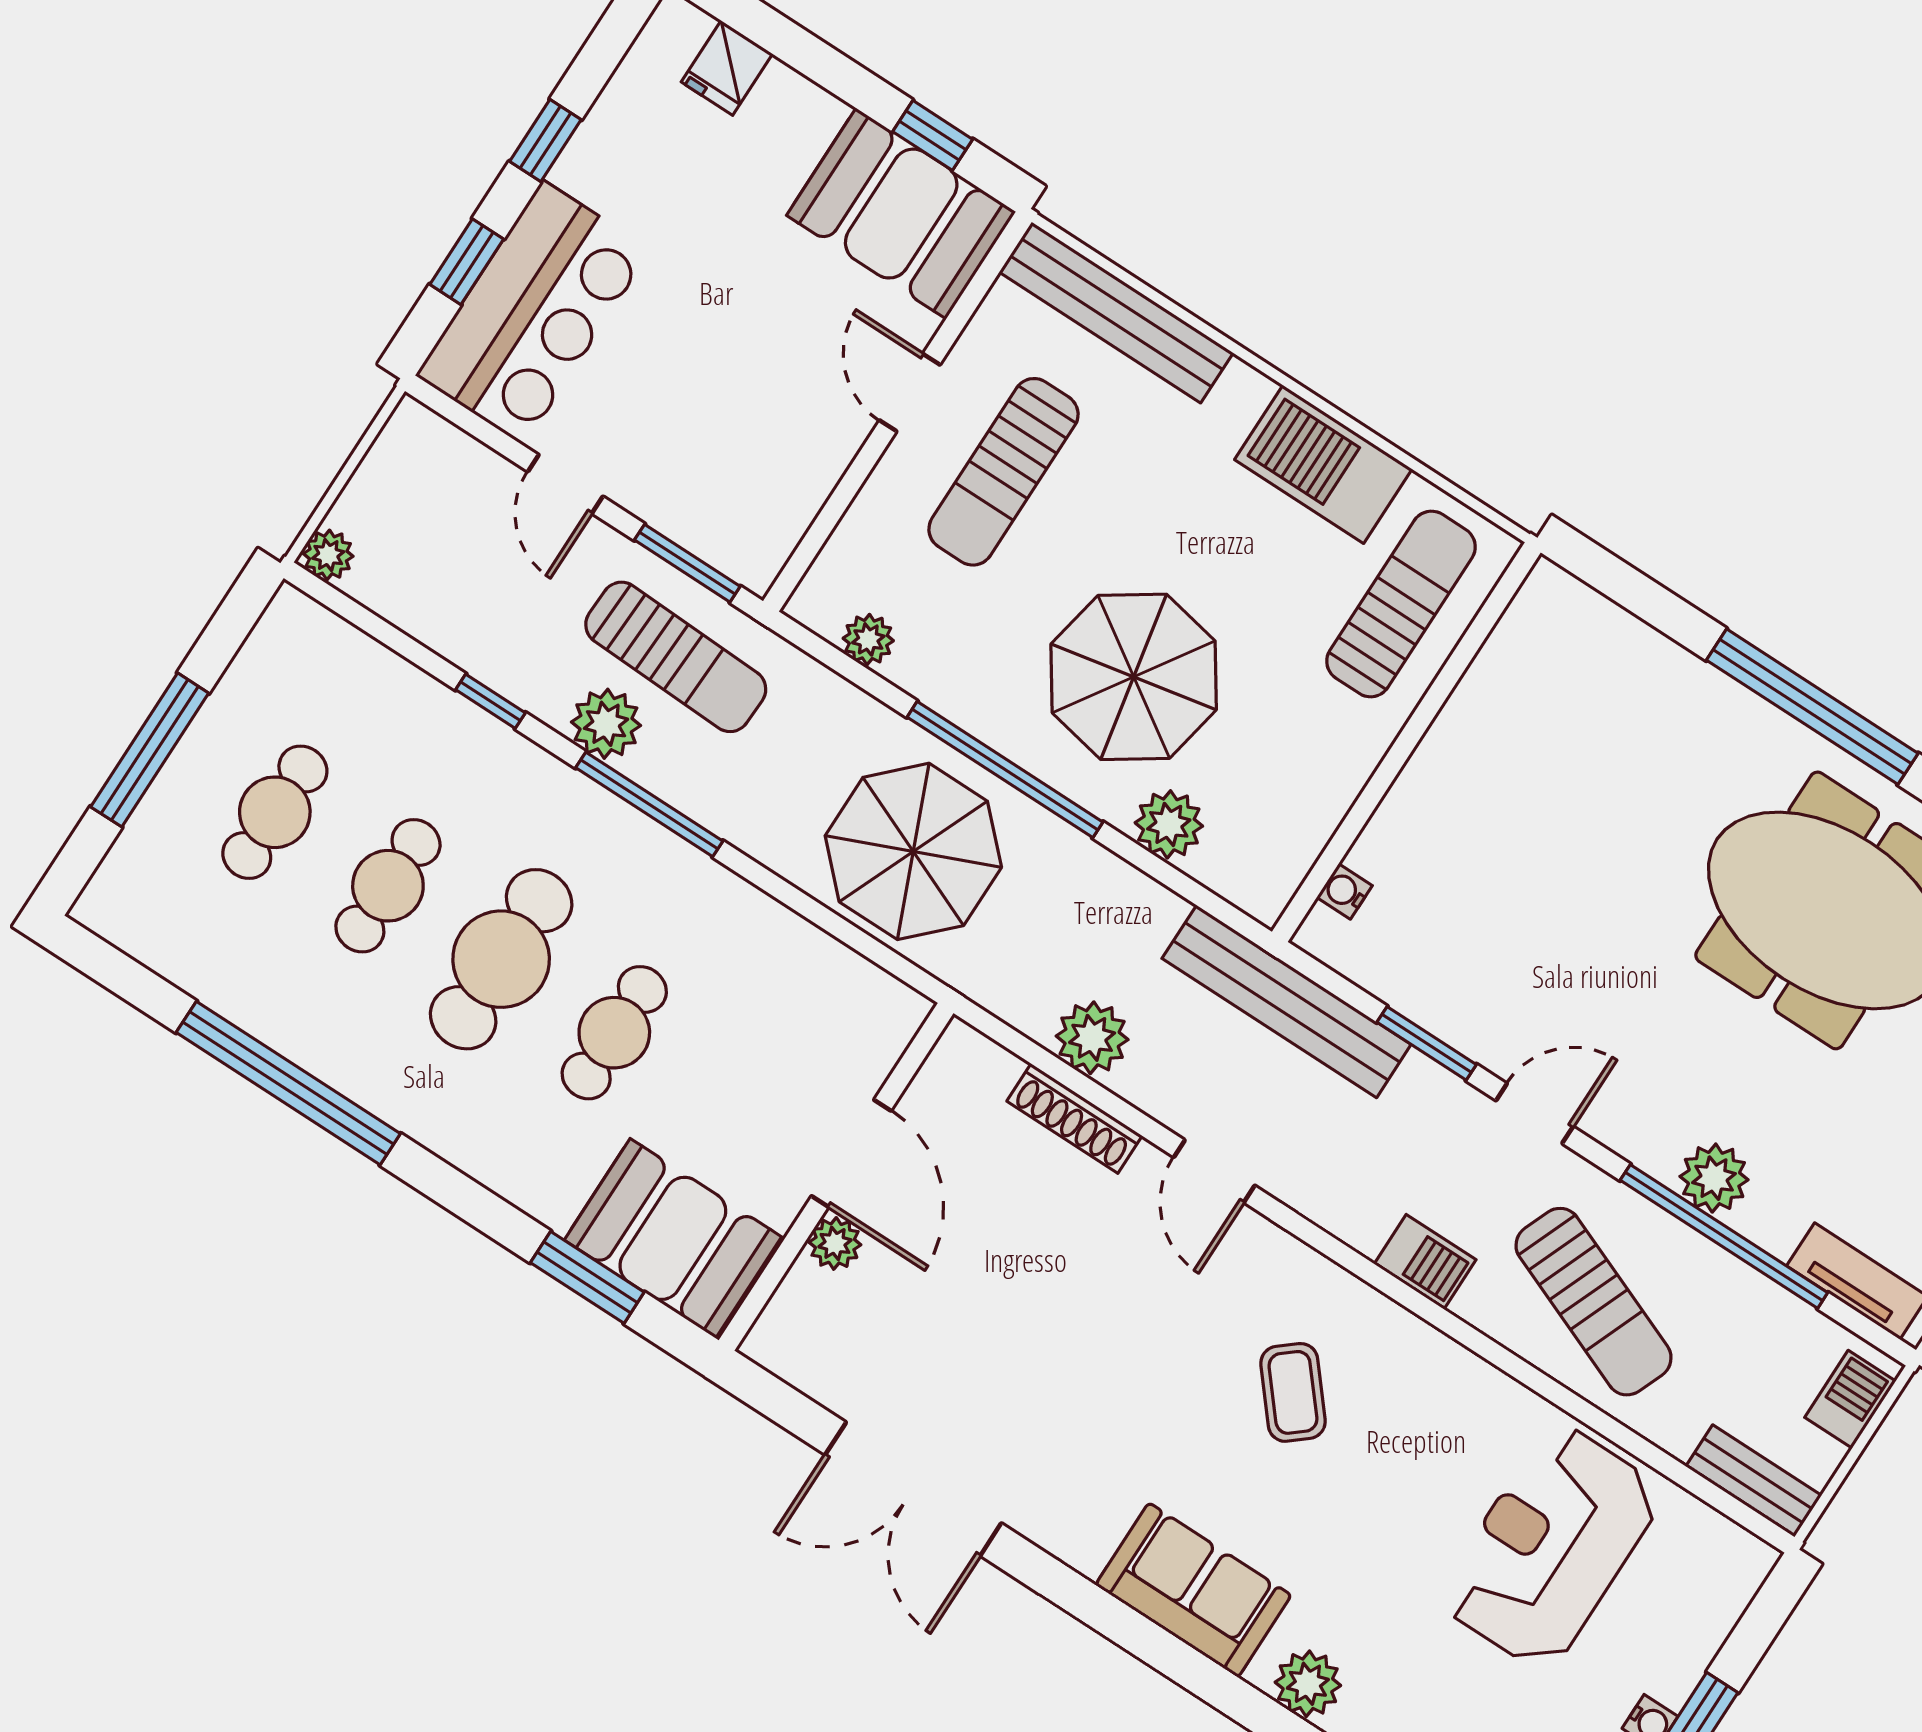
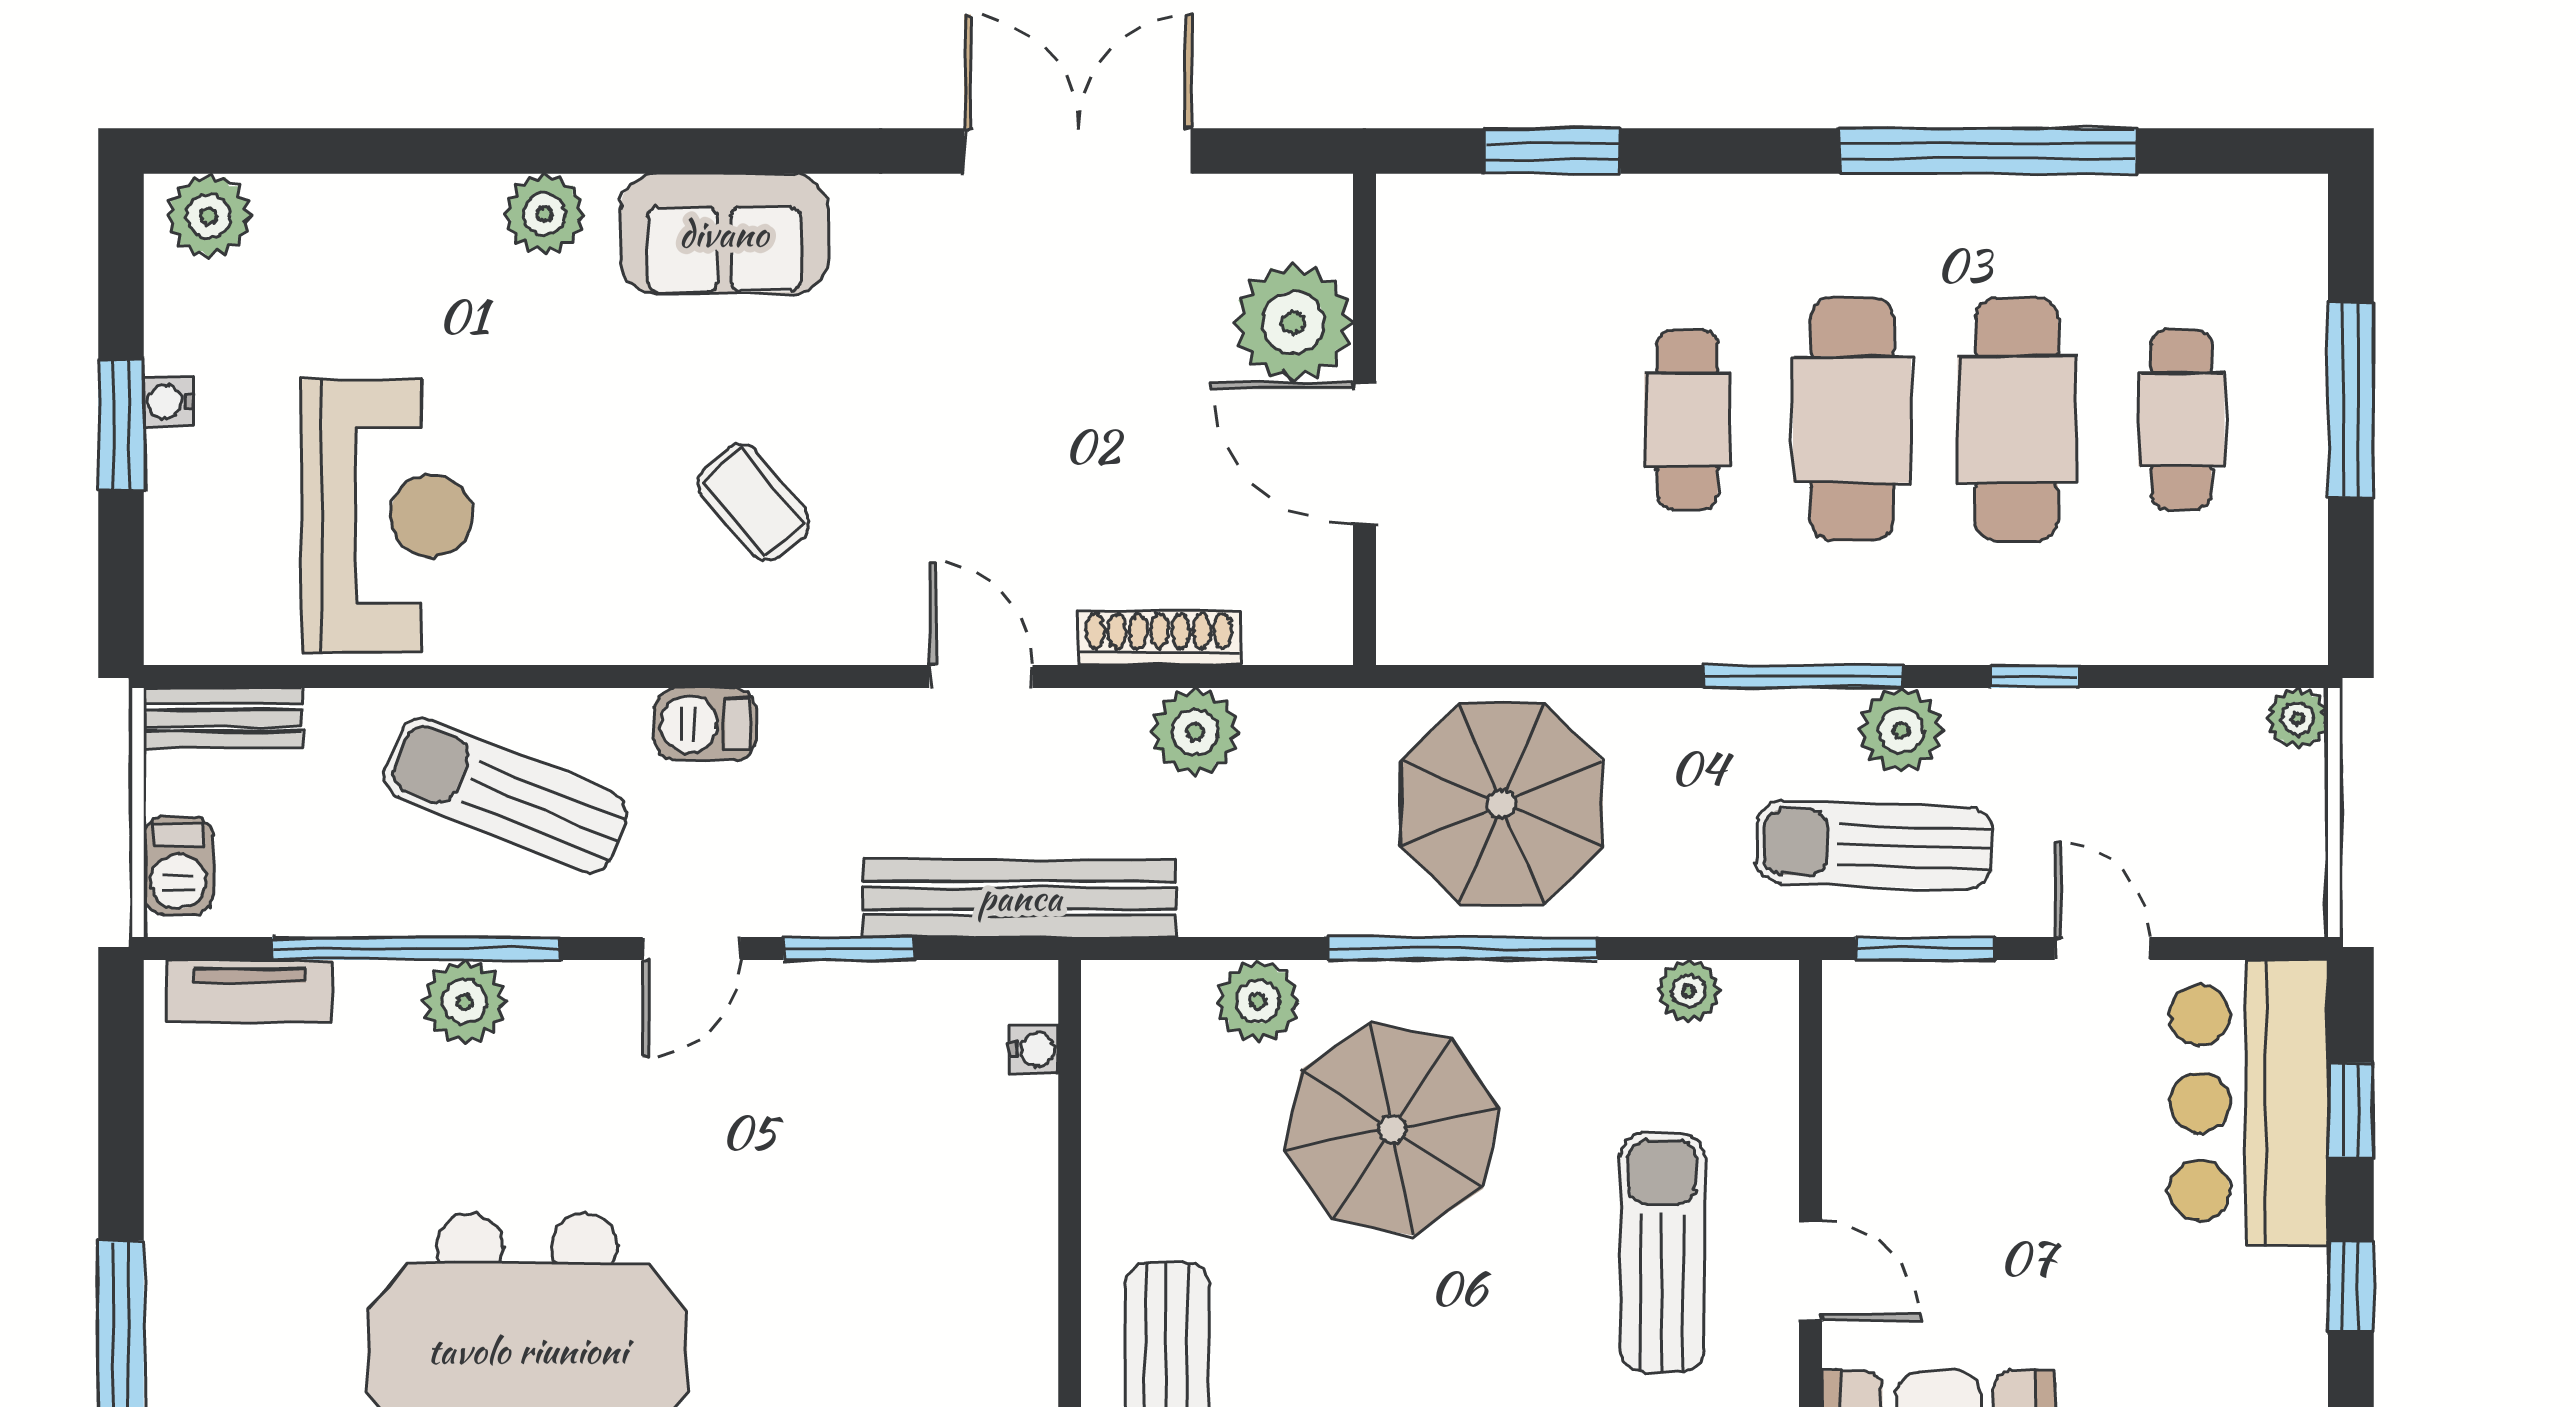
cafe table: (388, 886) -> (2017, 419), width x1.37, depth x1.35
booth: (673, 1238) -> (1491, 248), removed
plant: (835, 1243) -> (1293, 323), width x1.88, depth x1.88

